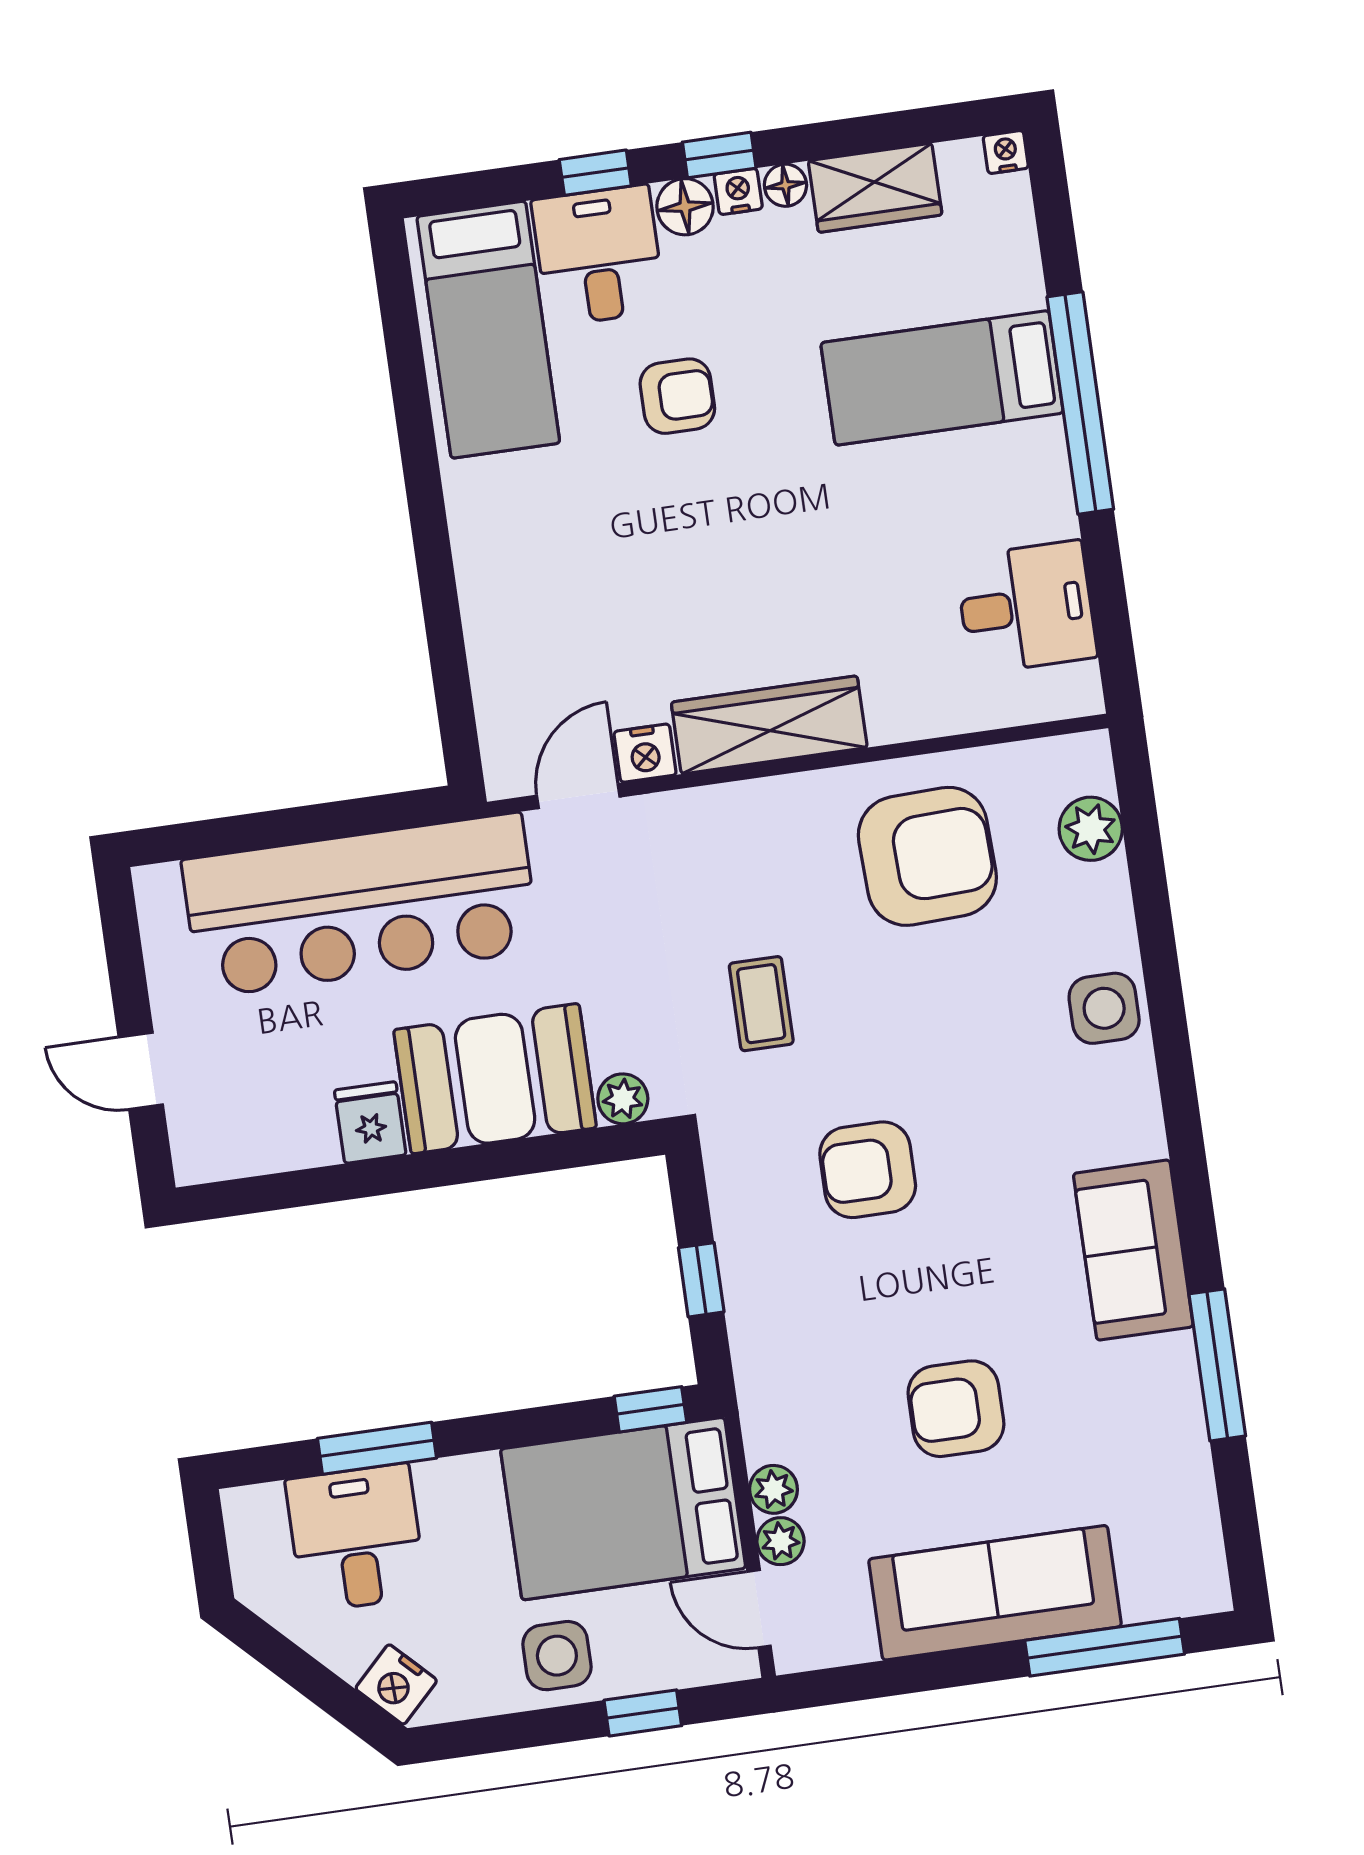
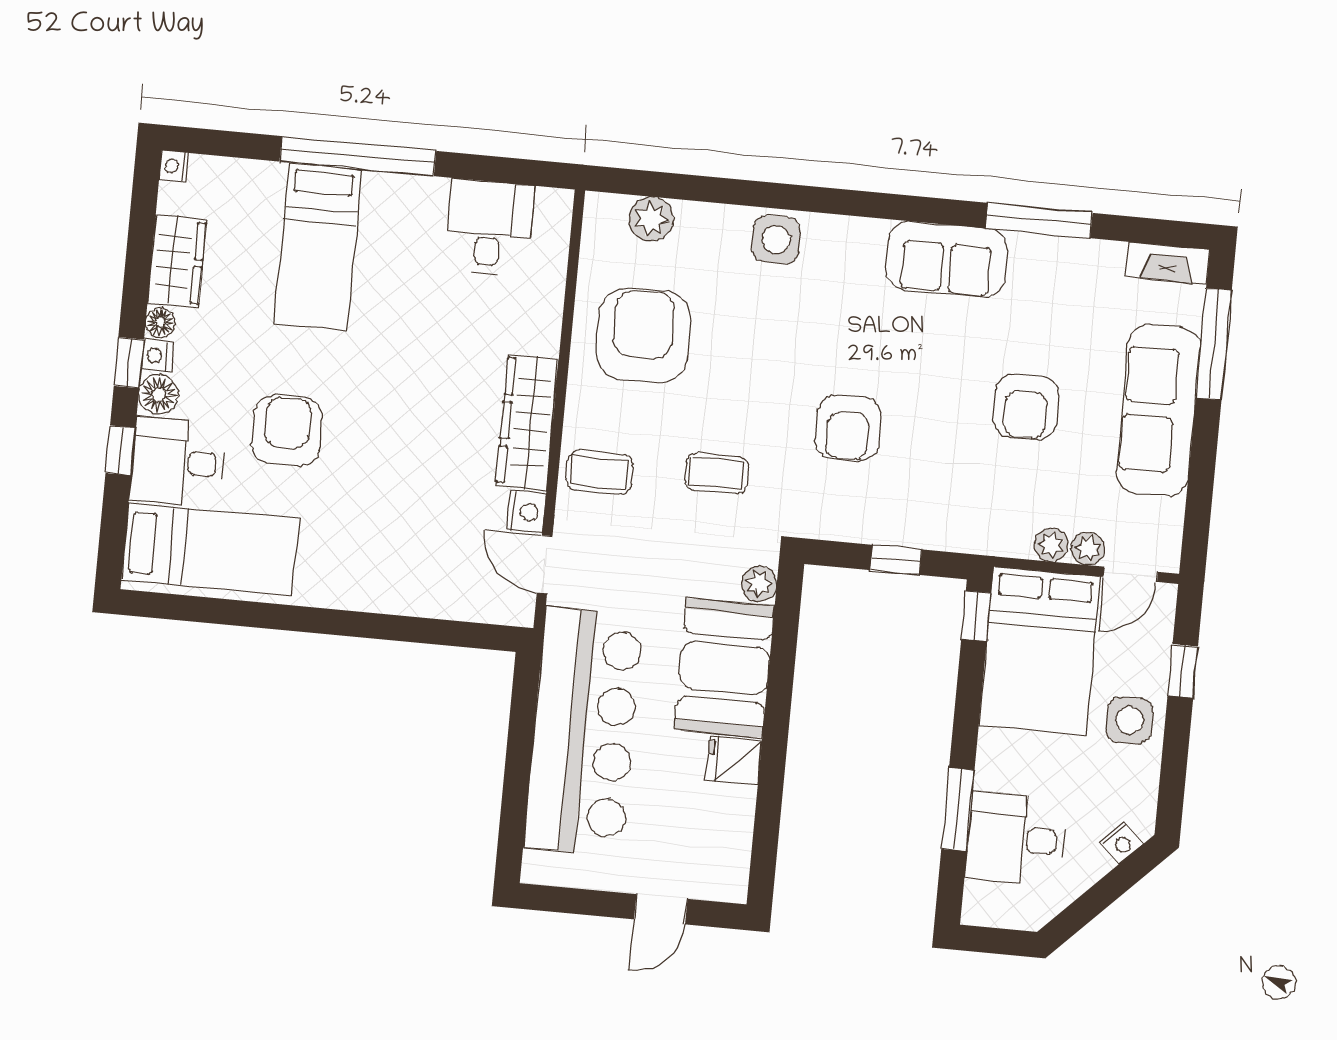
armchair: (677, 396) -> (287, 431), width x1.38, depth x1.38
coffee table: (724, 841) -> (599, 472), added
fireplace: (1201, 1557) -> (1168, 263), added
nightstand: (396, 1684) -> (1121, 843), width x0.72, depth x0.74

